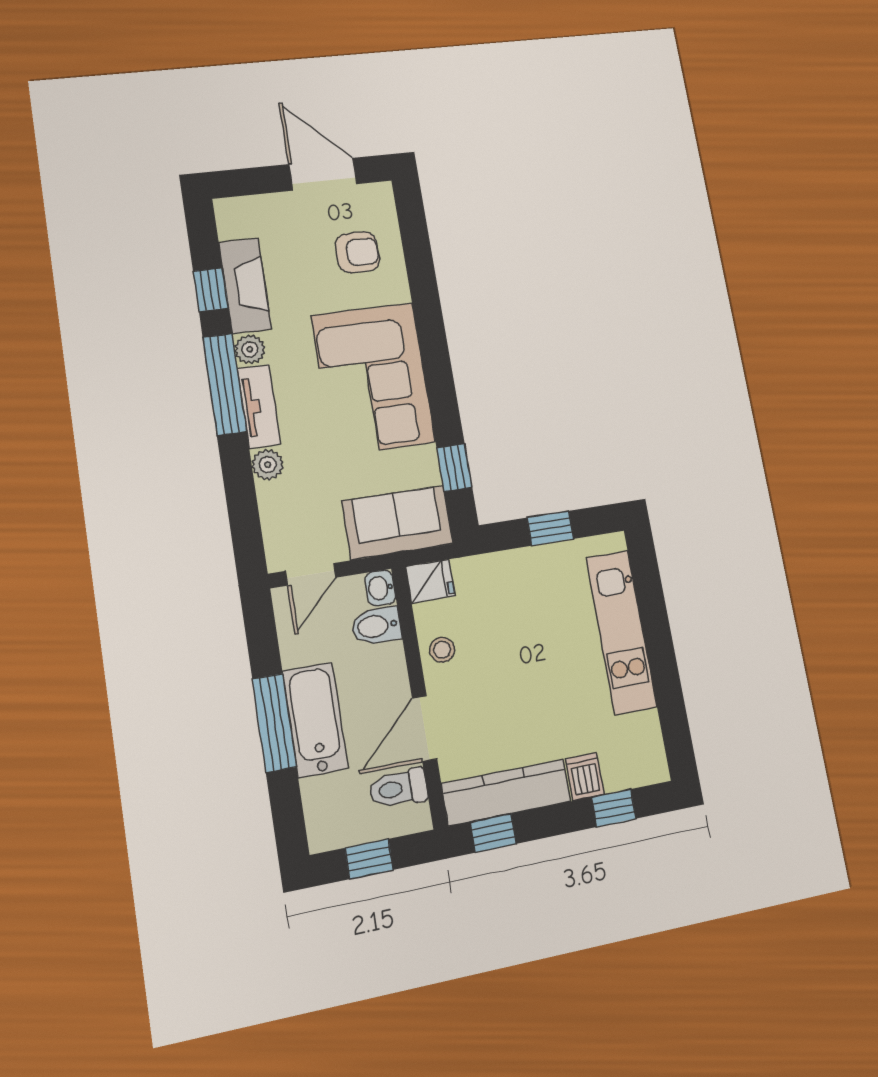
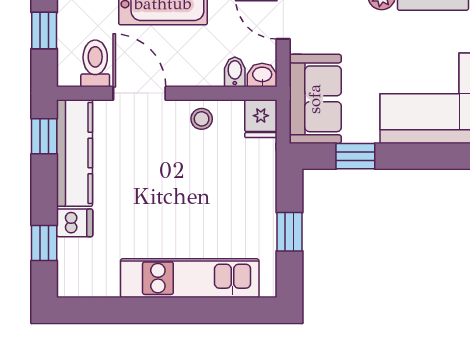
bidet: (376, 626) -> (235, 72), width x0.72, depth x0.74

